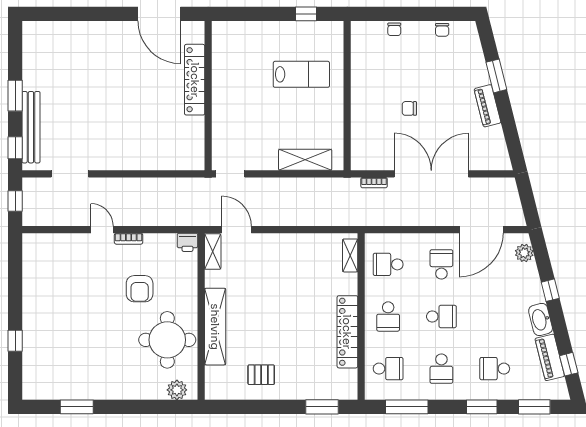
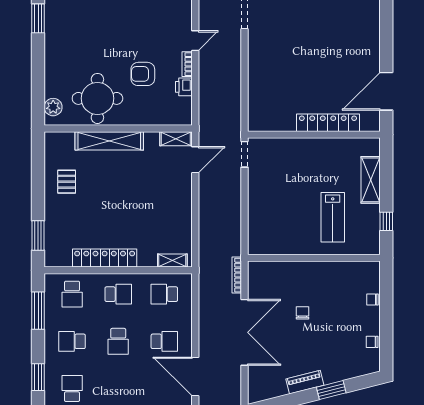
shelving: (305, 160) -> (371, 180), moved
bookcase: (374, 183) -> (237, 275), width x1.56
printer: (187, 242) -> (184, 87), moved
school desk: (388, 264) -> (164, 294), turned -90
school desk: (388, 316) -> (118, 294), turned 180

